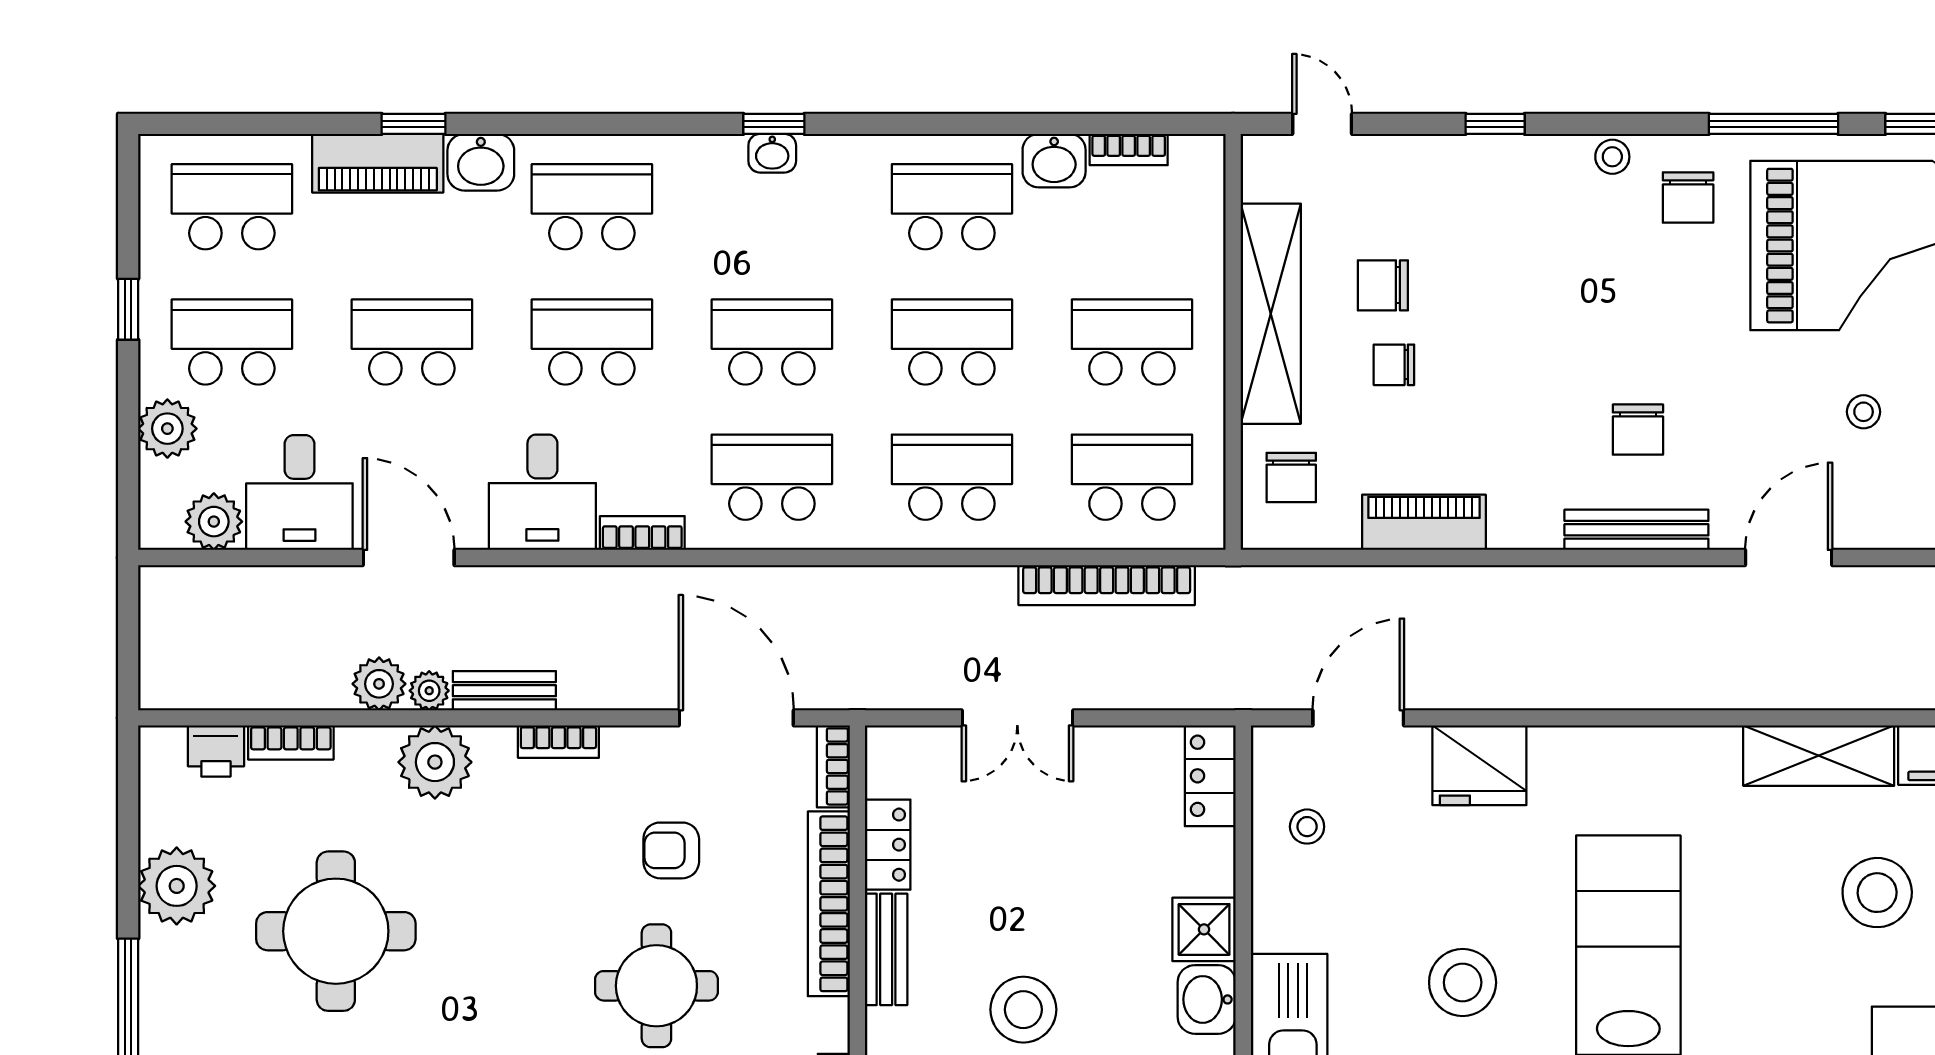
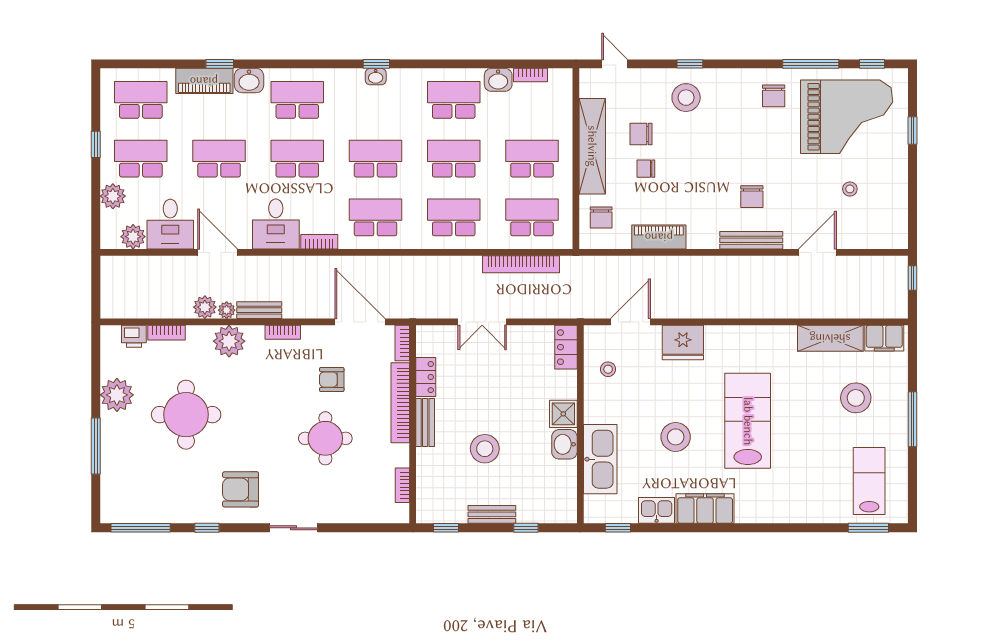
stool: (1612, 157) -> (686, 98), moved, width x1.89, depth x1.89

